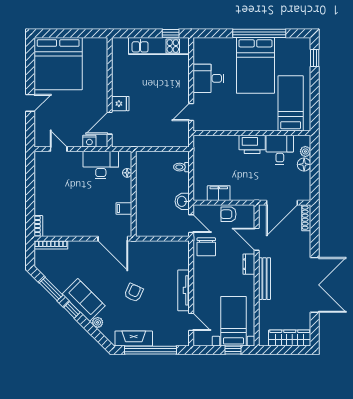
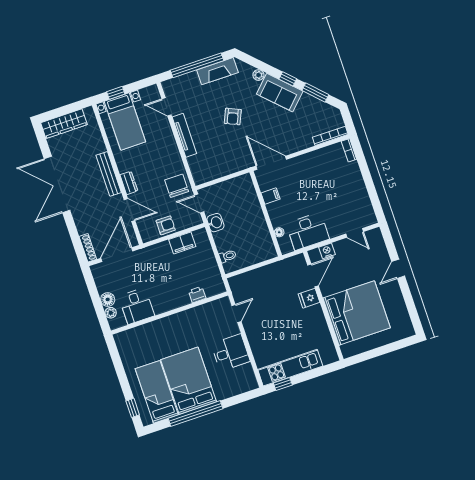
bed: (58, 64) -> (357, 313), moved, turned 90
bed: (291, 103) -> (157, 392), moved, turned 180
printer: (252, 144) -> (197, 295), moved, width x0.53, depth x0.68

